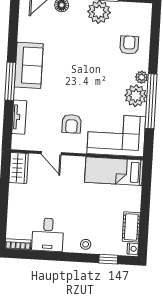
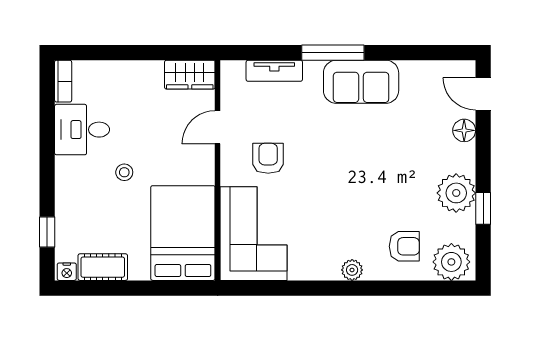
plant: (136, 96) -> (451, 262), moved
window: (151, 101) -> (313, 288), removed
armchair: (72, 124) -> (268, 158), turned 90
bed: (114, 171) -> (183, 233), width x1.50
stool: (86, 244) -> (124, 172), moved

